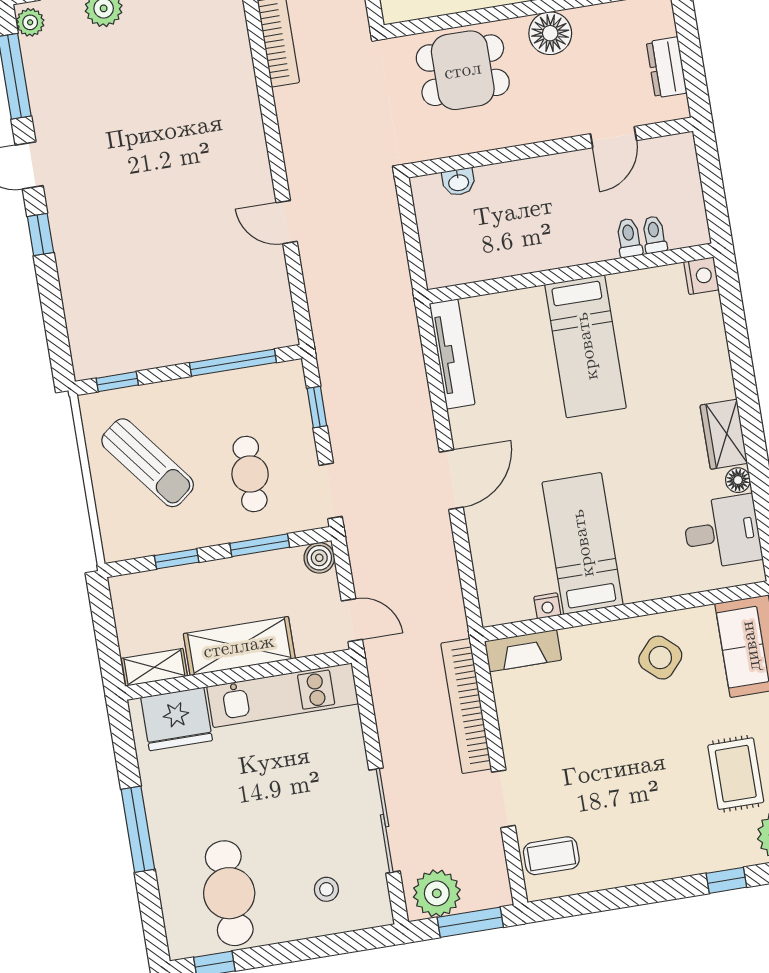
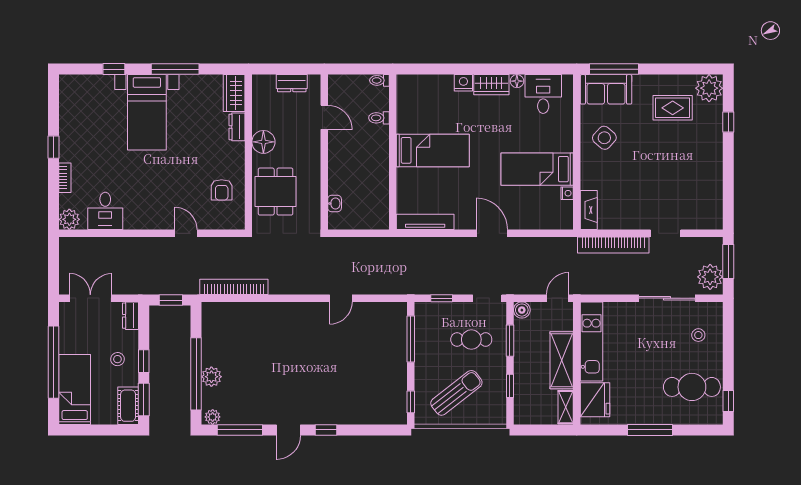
toilet: (654, 235) -> (379, 80), moved
nightstand: (701, 276) -> (463, 83), moved
coffee table: (551, 856) -> (700, 213), removed

